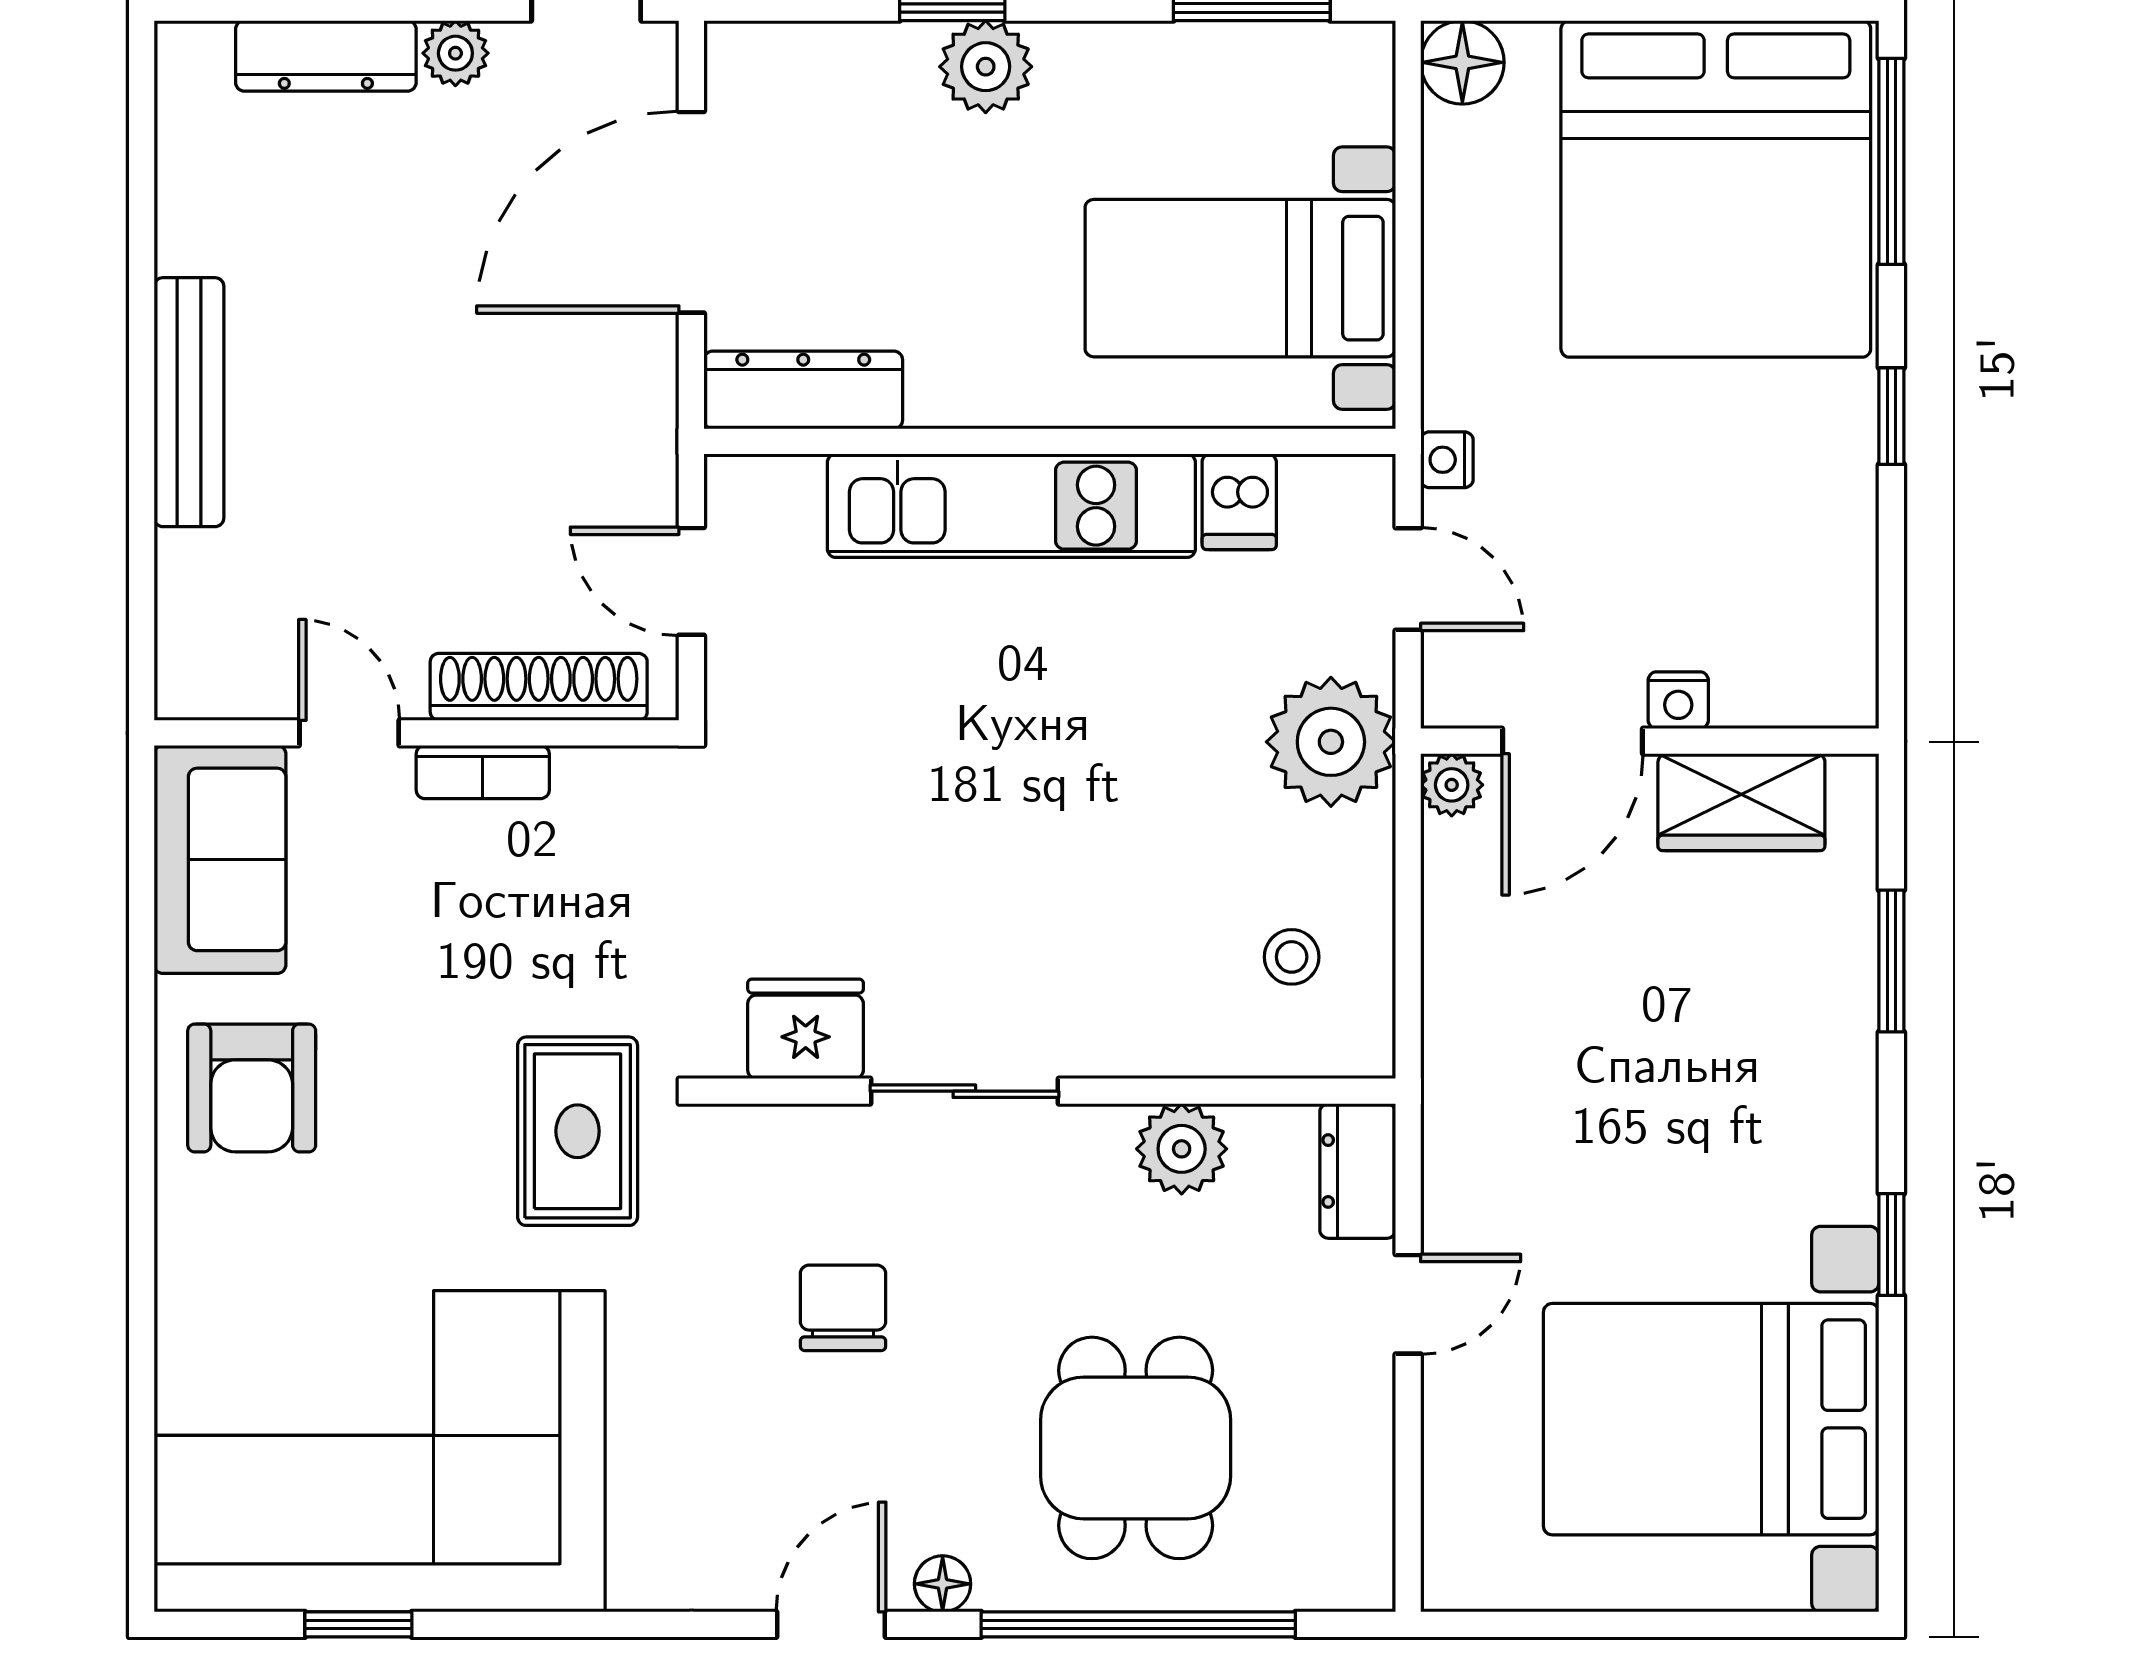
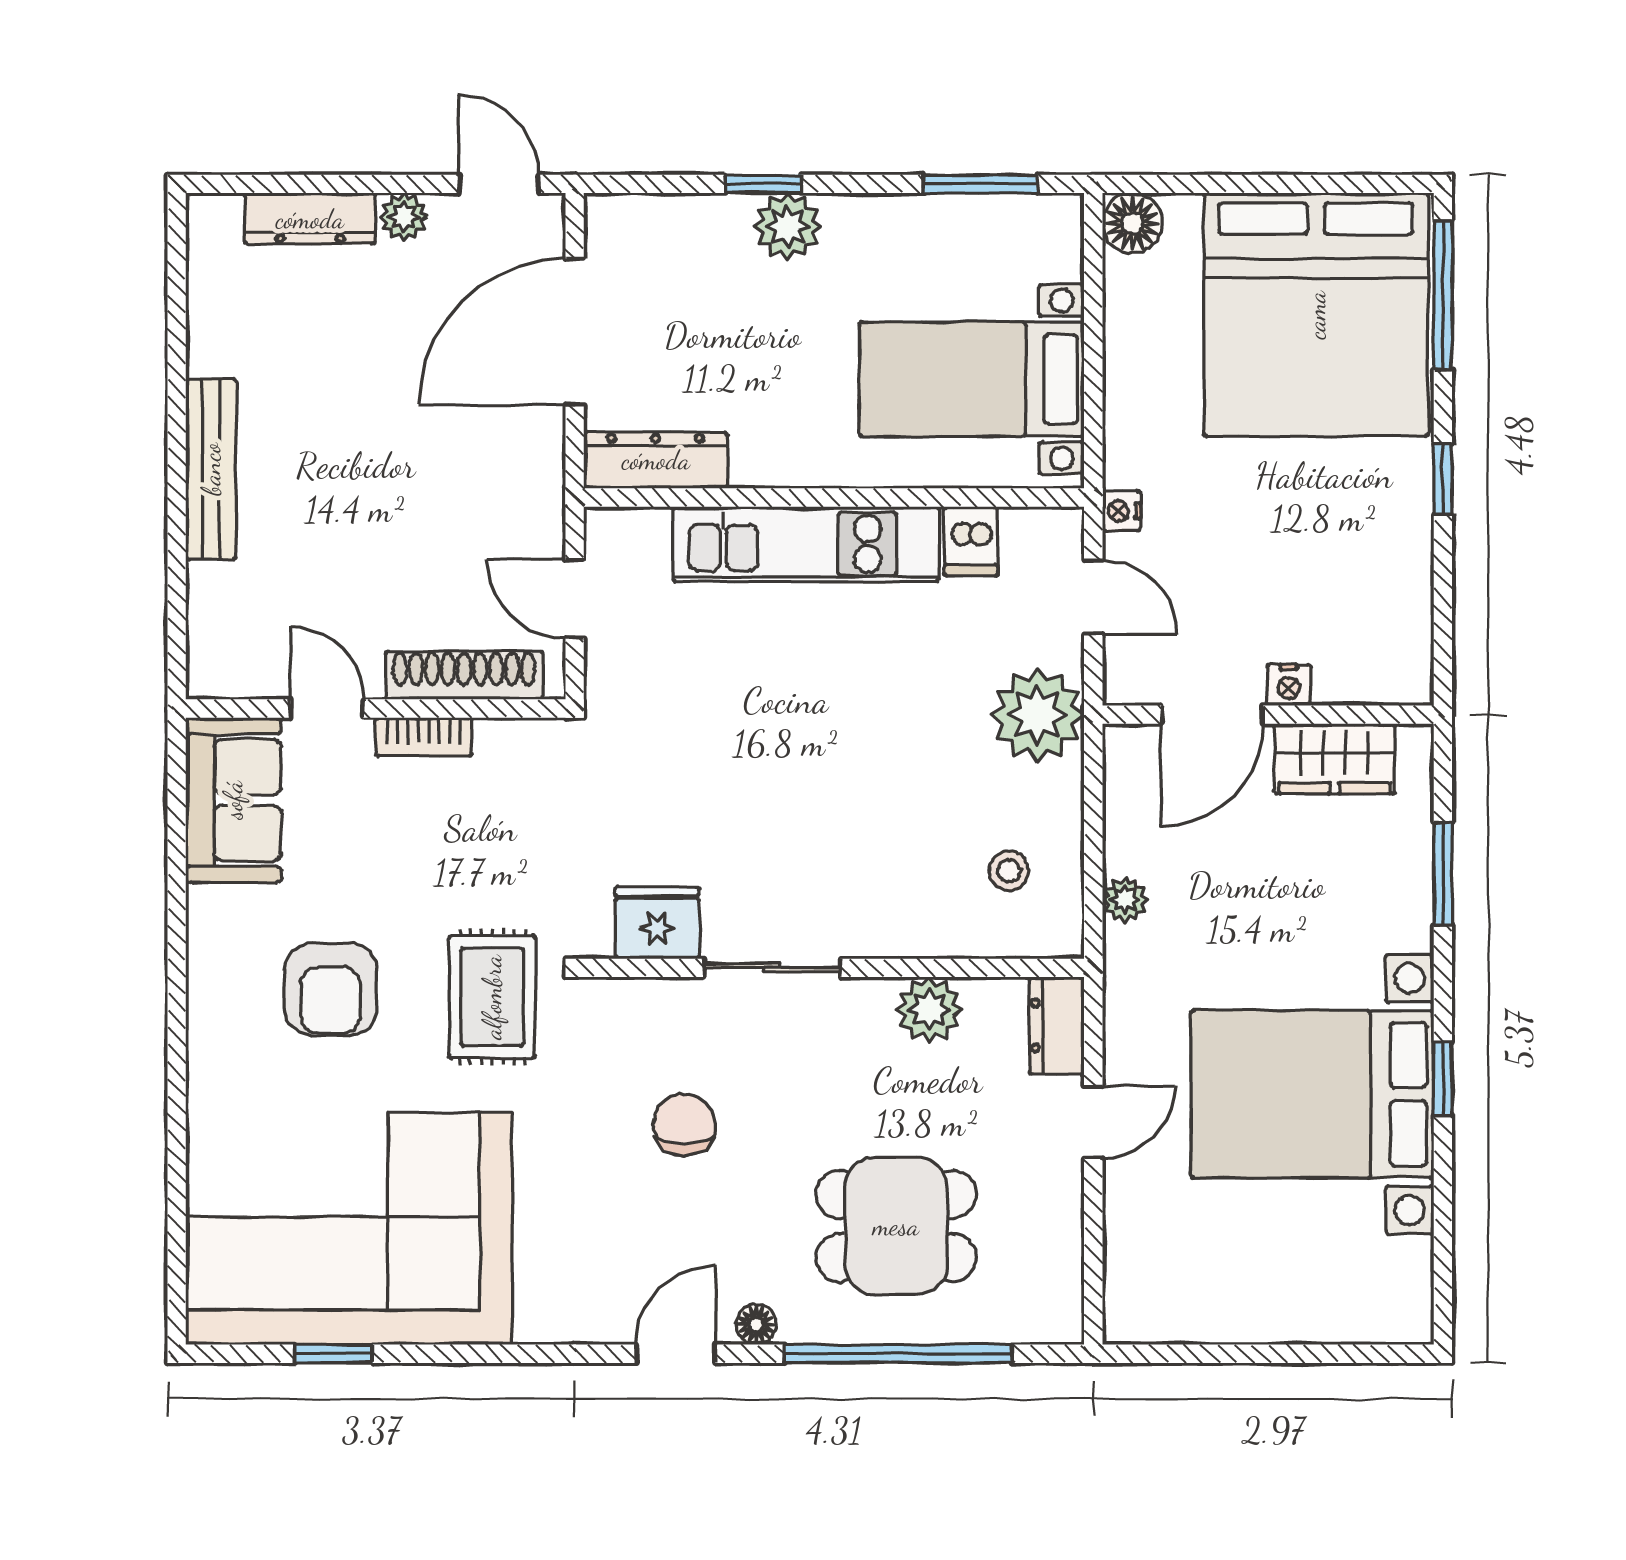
plant: (1452, 785) -> (1125, 900), moved
armchair: (252, 1088) -> (331, 989), moved
bed with nightstands: (1711, 1419) -> (1313, 1094), moved
dining table: (1136, 1448) -> (896, 1226), turned 90

